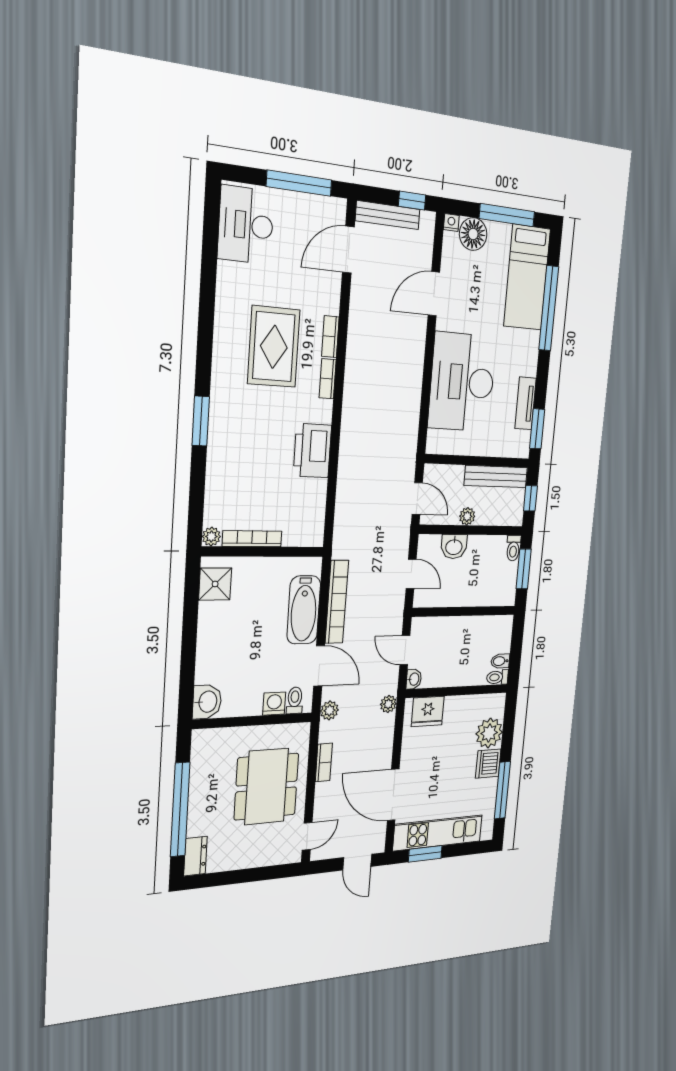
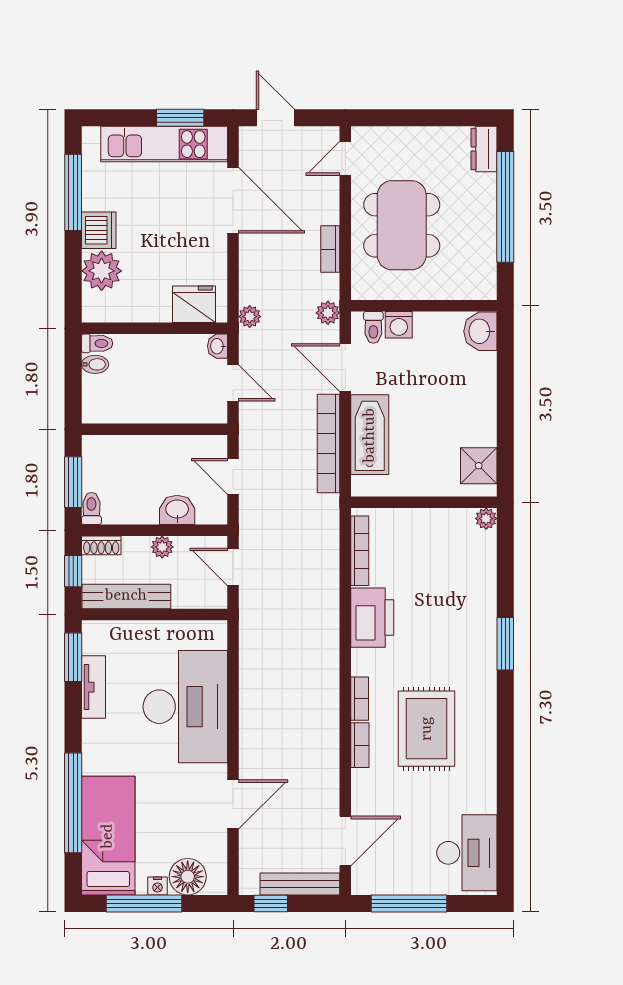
nightstand: (451, 222) -> (158, 886), moved
shoe rack: (509, 518) -> (101, 545), added
bookcase: (252, 539) -> (360, 551), moved, turned -90

